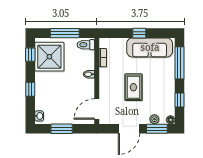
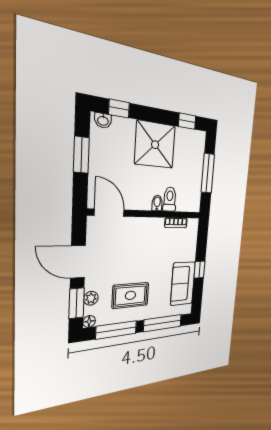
toilet: (86, 45) -> (170, 199), moved
sofa: (150, 47) -> (183, 284), width x0.73
shower: (49, 57) -> (155, 145), moved
rug: (133, 87) -> (130, 295), moved
window: (30, 89) -> (119, 108), moved
window: (179, 100) -> (116, 330), width x2.17

